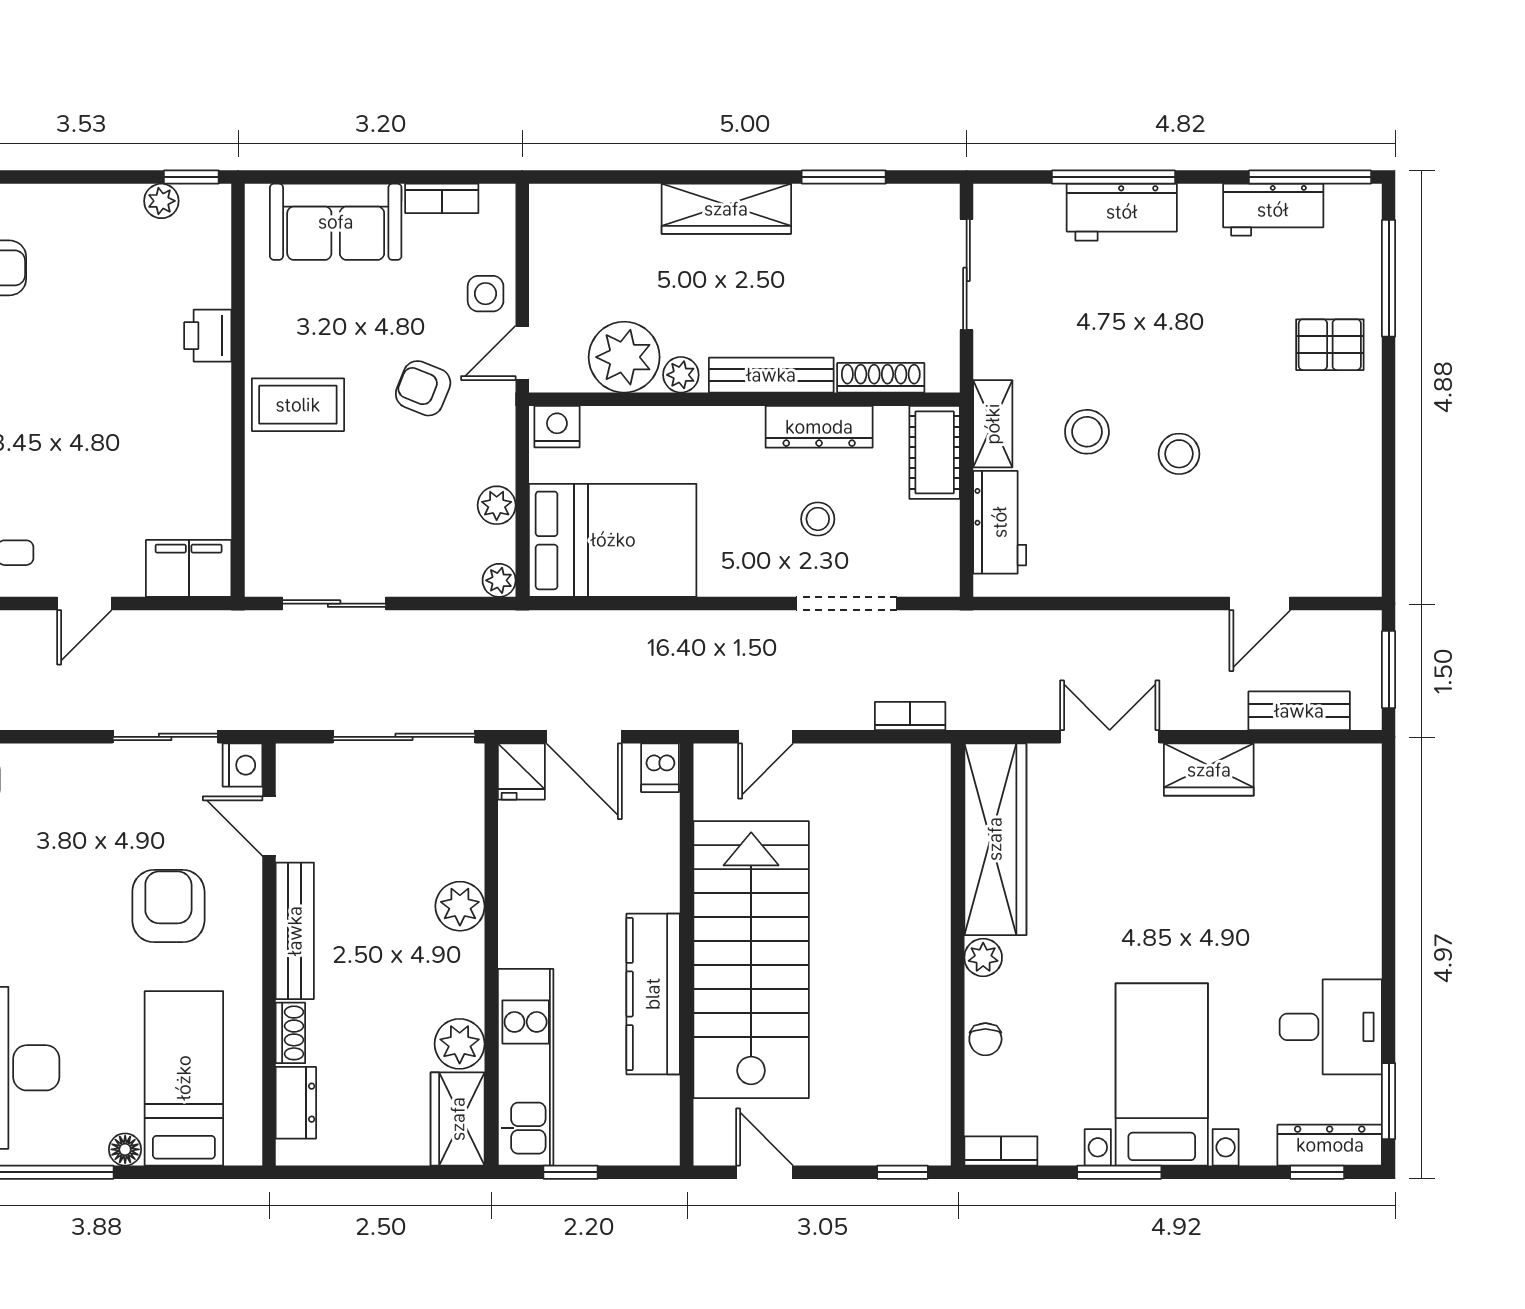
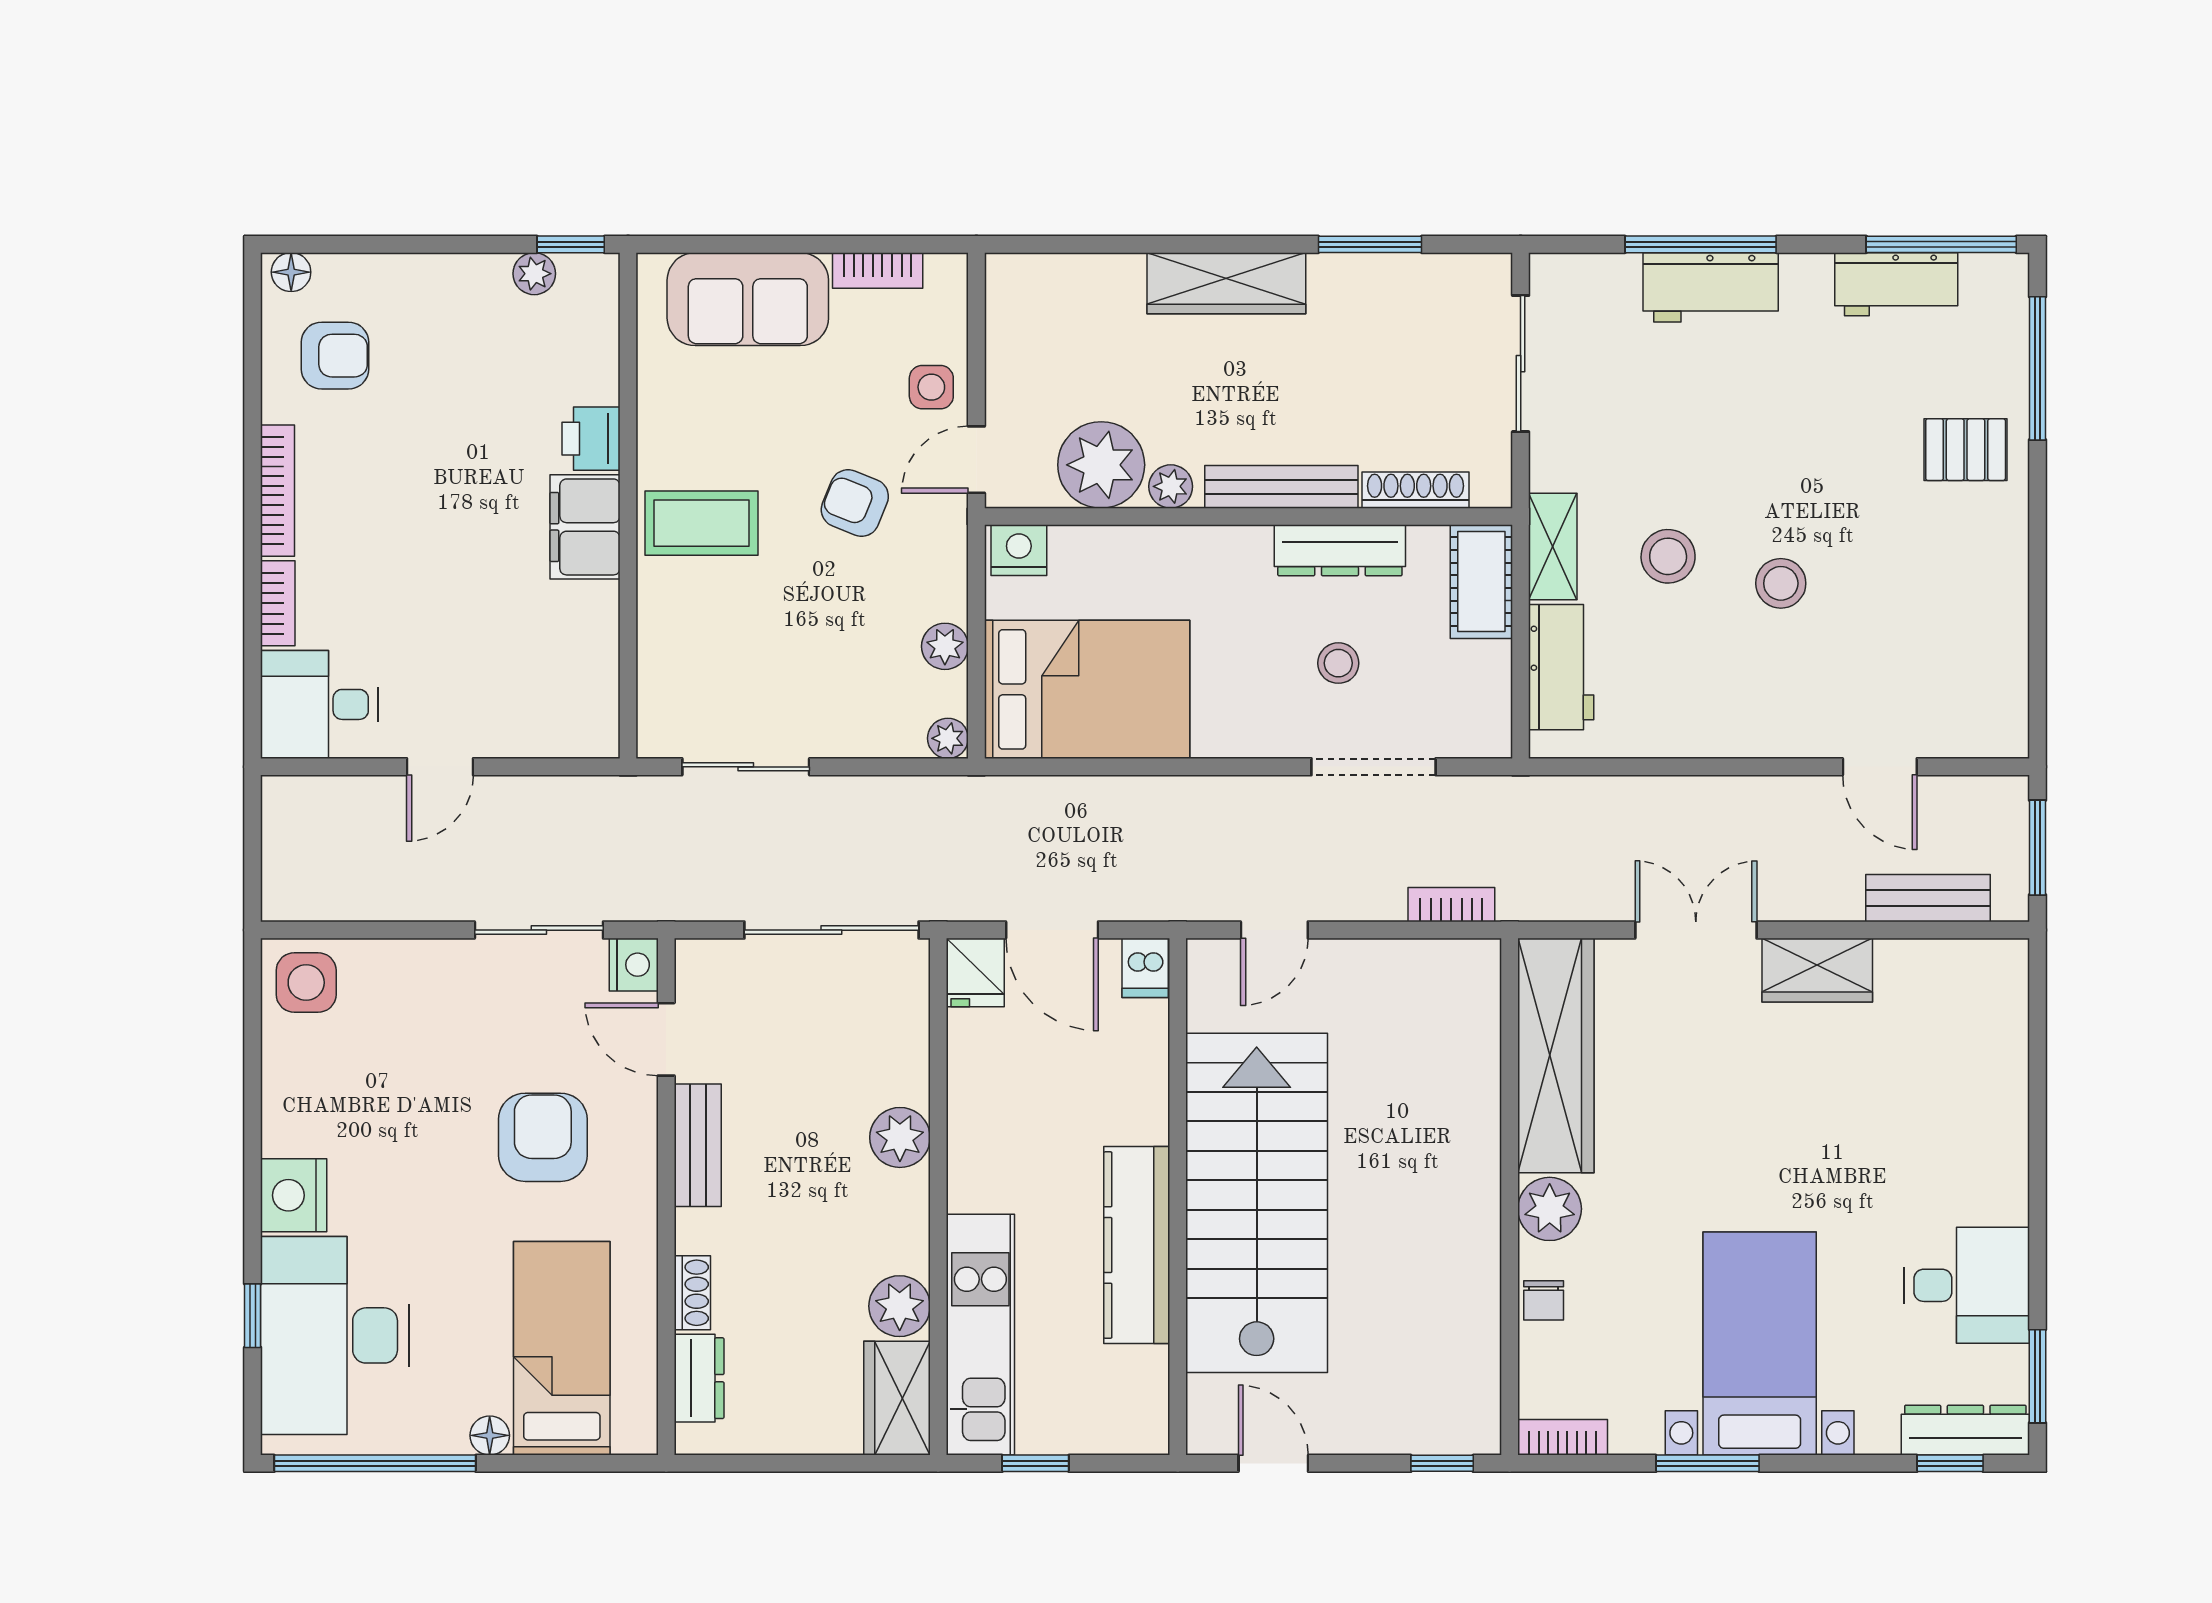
filing cabinet: (189, 568) -> (585, 527), moved, turned -90
door: (1260, 604) -> (1880, 767), hinge flipped
bench: (295, 931) -> (698, 1145), width x0.73
plant: (983, 957) -> (1550, 1209), width x1.38, depth x1.38

